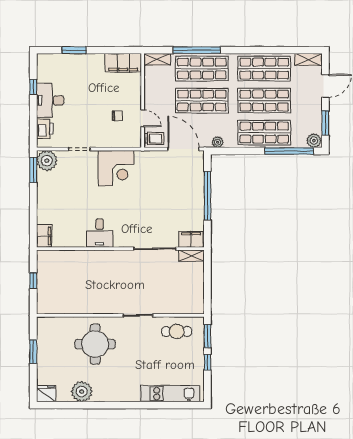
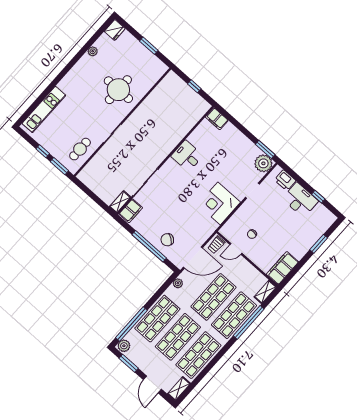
chair: (188, 185) -> (167, 240), added
plant: (82, 391) -> (93, 51), width x0.53, depth x0.53

